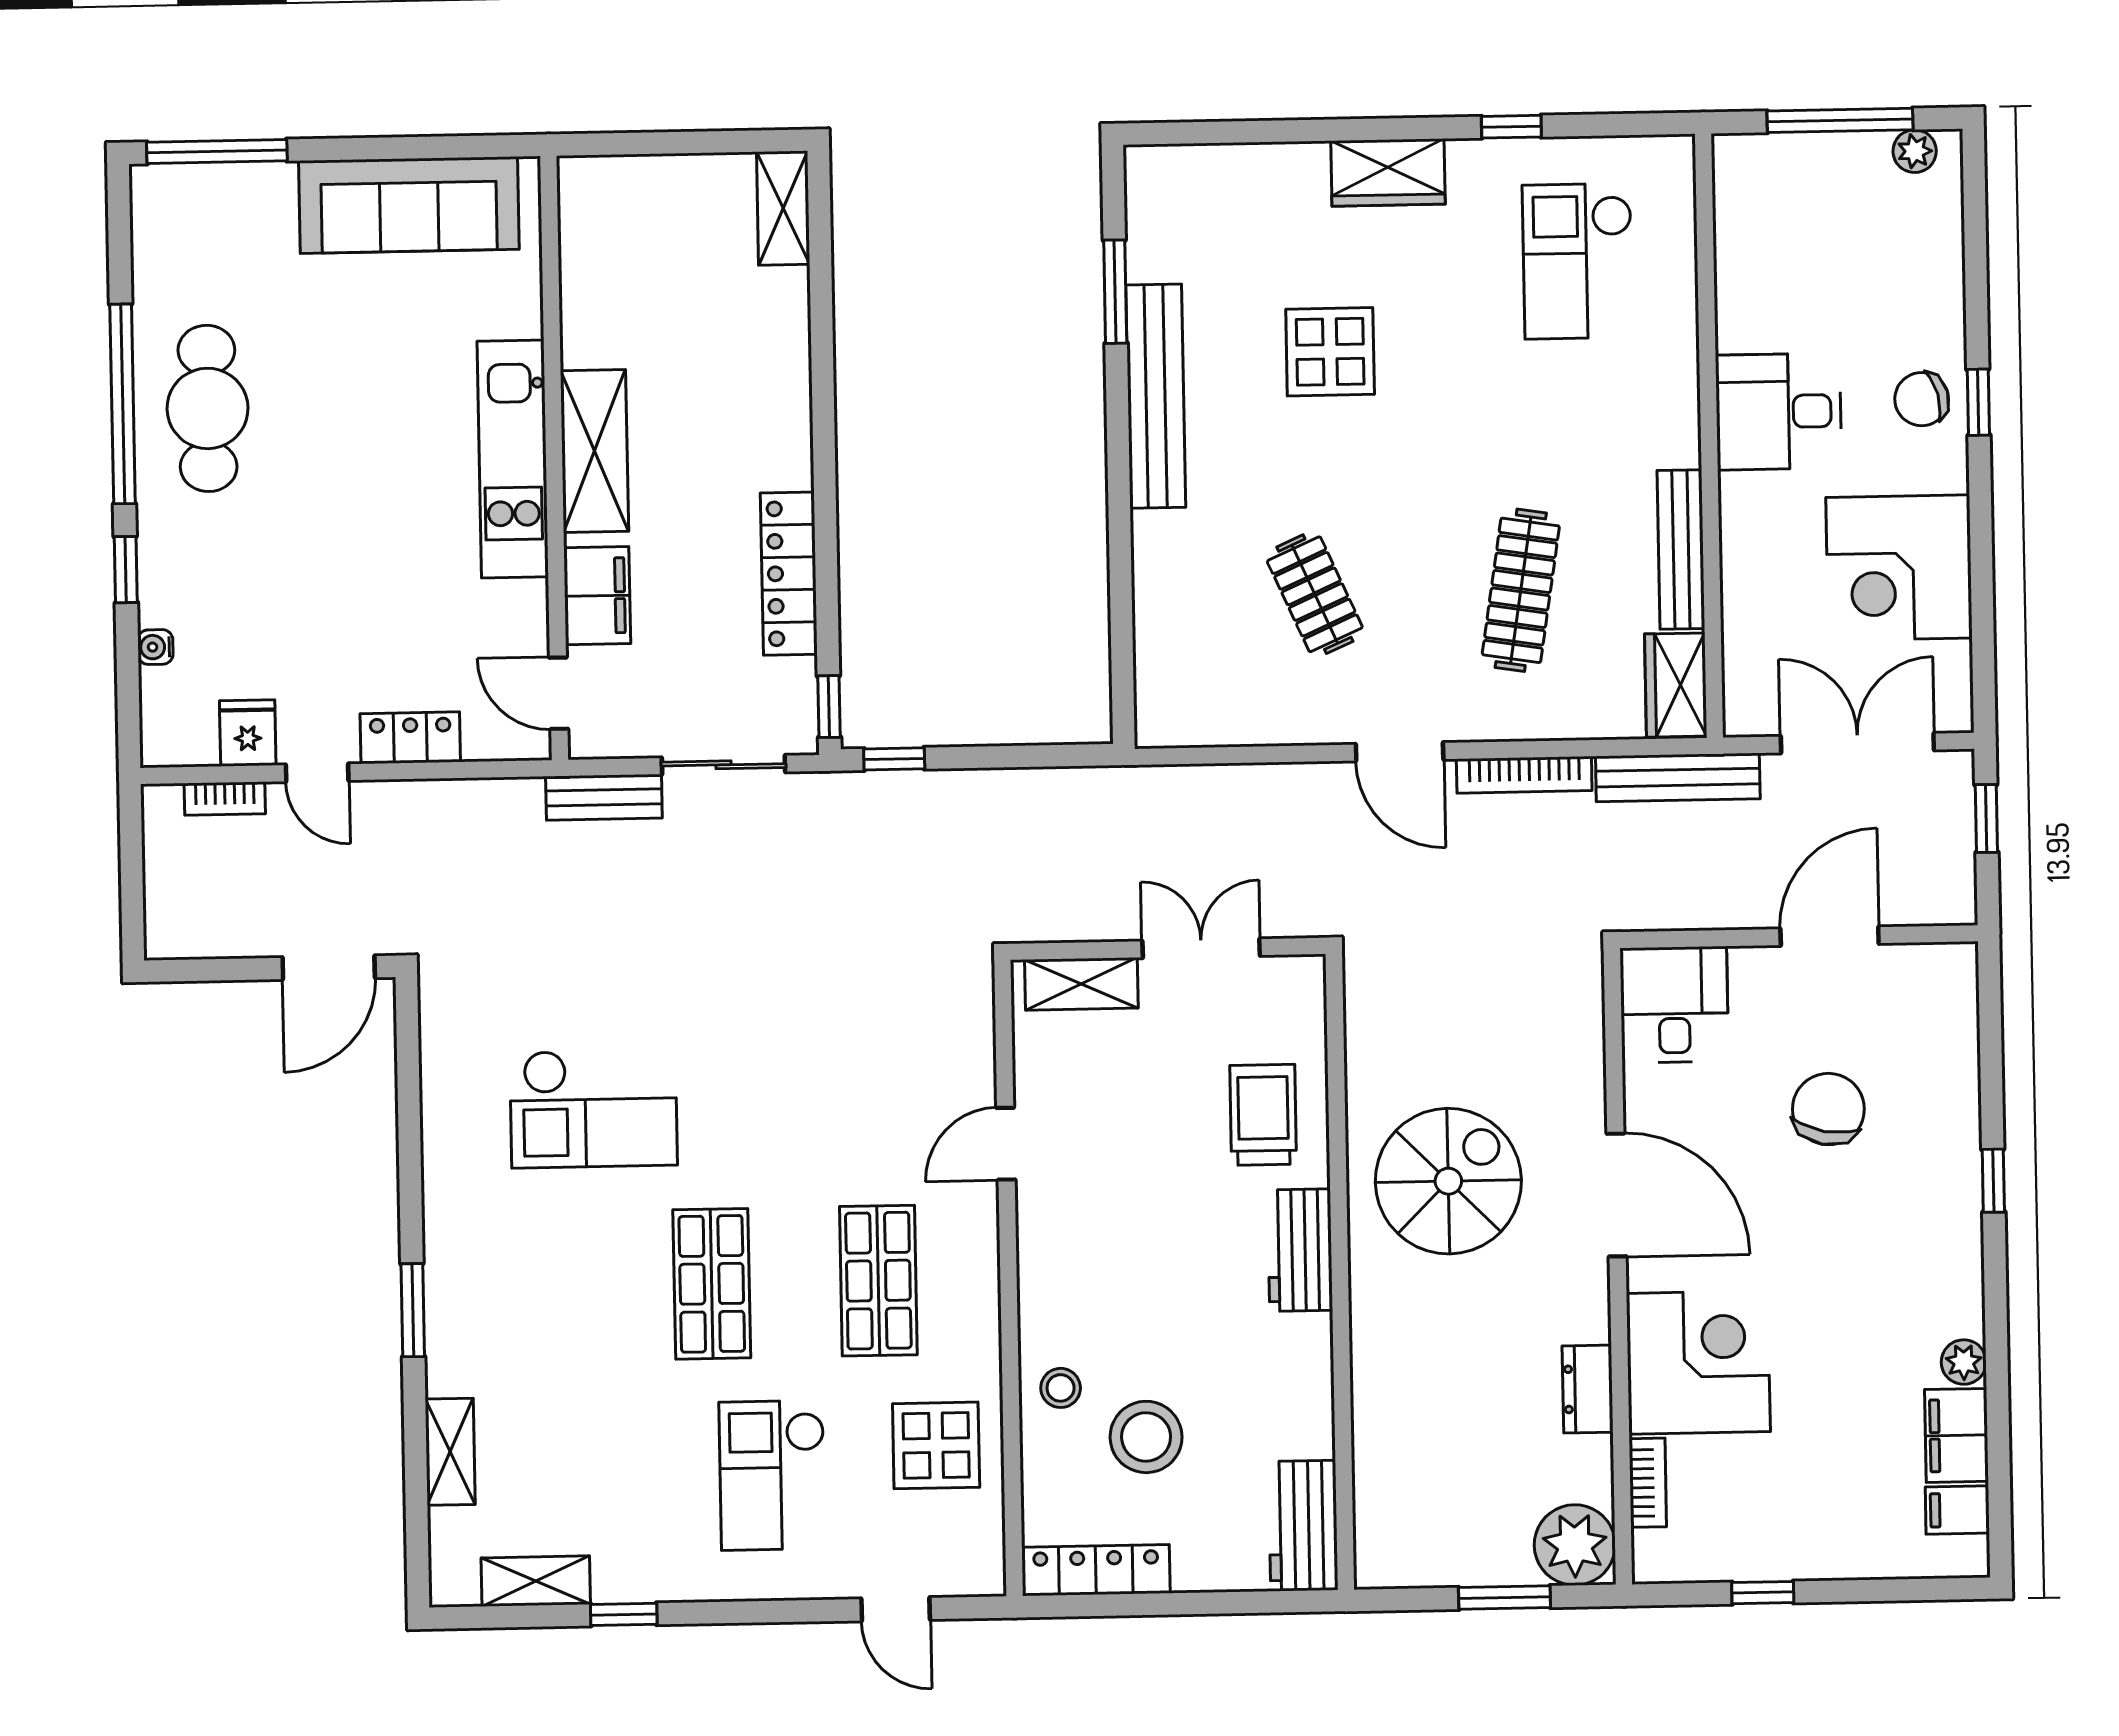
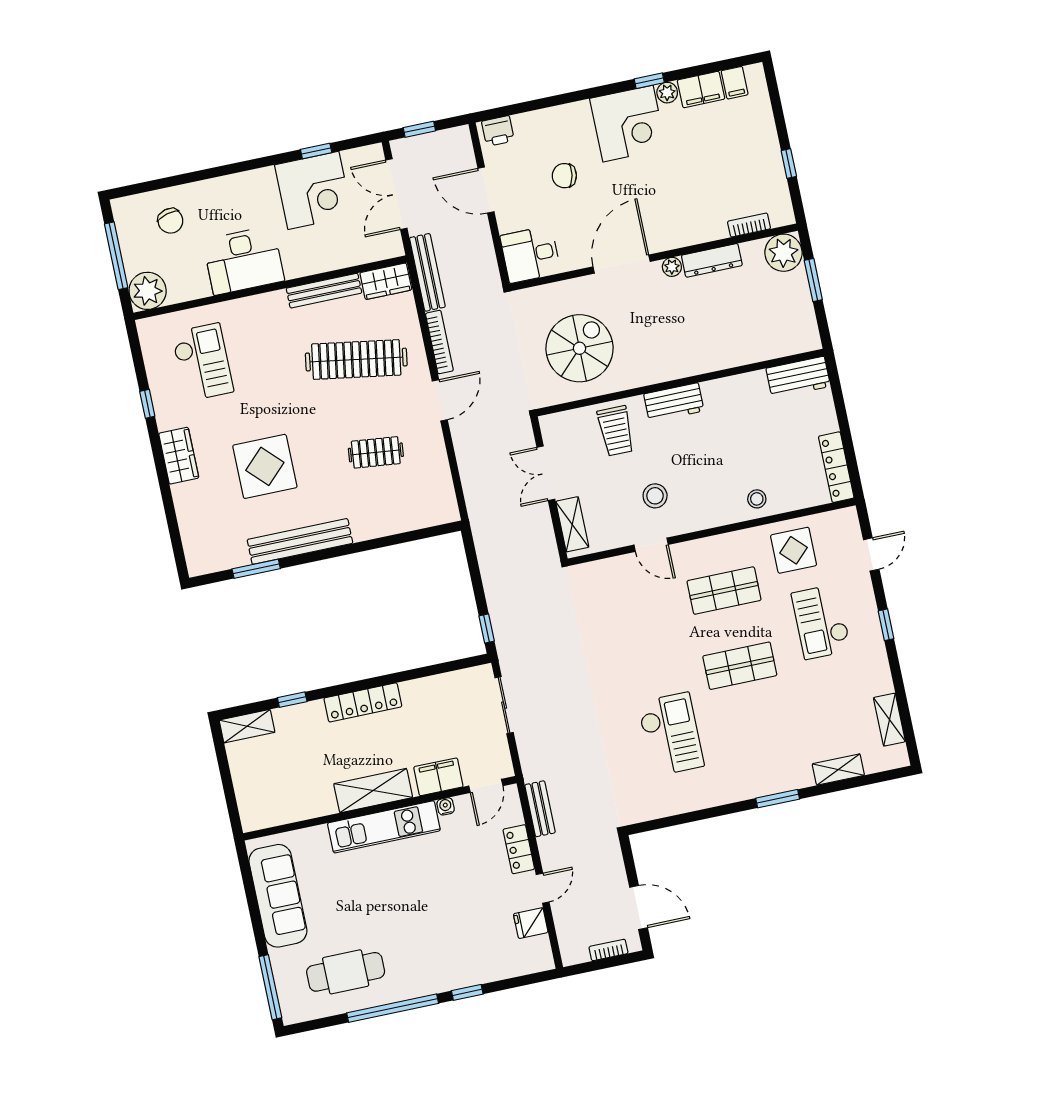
plant: (1915, 151) -> (148, 291), moved, width x1.87, depth x1.87
checkout: (1578, 261) -> (202, 362), turned -90
display table: (1330, 352) -> (265, 466), width x1.36, depth x1.36
chair: (1922, 399) -> (170, 221), moved
window: (1978, 402) -> (316, 151), moved
cafe table: (208, 408) -> (346, 972), moved
desk: (1779, 412) -> (244, 260), width x1.37
locker: (789, 574) -> (363, 702), moved
clothes rail: (1521, 590) -> (356, 360), width x1.37, depth x1.31
clothes rail: (1315, 594) -> (376, 452), turned 30
water cooler: (155, 647) -> (446, 806), moved, turned 180
window: (829, 707) -> (292, 700), moved
bench: (604, 797) -> (540, 809), moved
bookcase: (225, 799) -> (608, 950), moved, turned -90
door: (329, 968) -> (639, 908), moved
printer: (1951, 985) -> (498, 131), added
chair: (1828, 1109) -> (564, 176), width x0.73, depth x0.73
trolley: (1263, 1115) -> (616, 431), turned -90
spiral stairs: (1448, 1181) -> (579, 348), moved, turned 90
window: (1993, 1181) -> (649, 81), moved
plant: (1590, 1301) -> (672, 267), added
corner desk: (1698, 1362) -> (628, 124), moved, turned 180
dresser: (1588, 1389) -> (712, 260), width x1.44
stool: (1146, 1437) -> (655, 496), moved, width x0.73, depth x0.73
checkout: (772, 1475) -> (821, 622), turned 90
window: (624, 1614) -> (886, 625), moved

